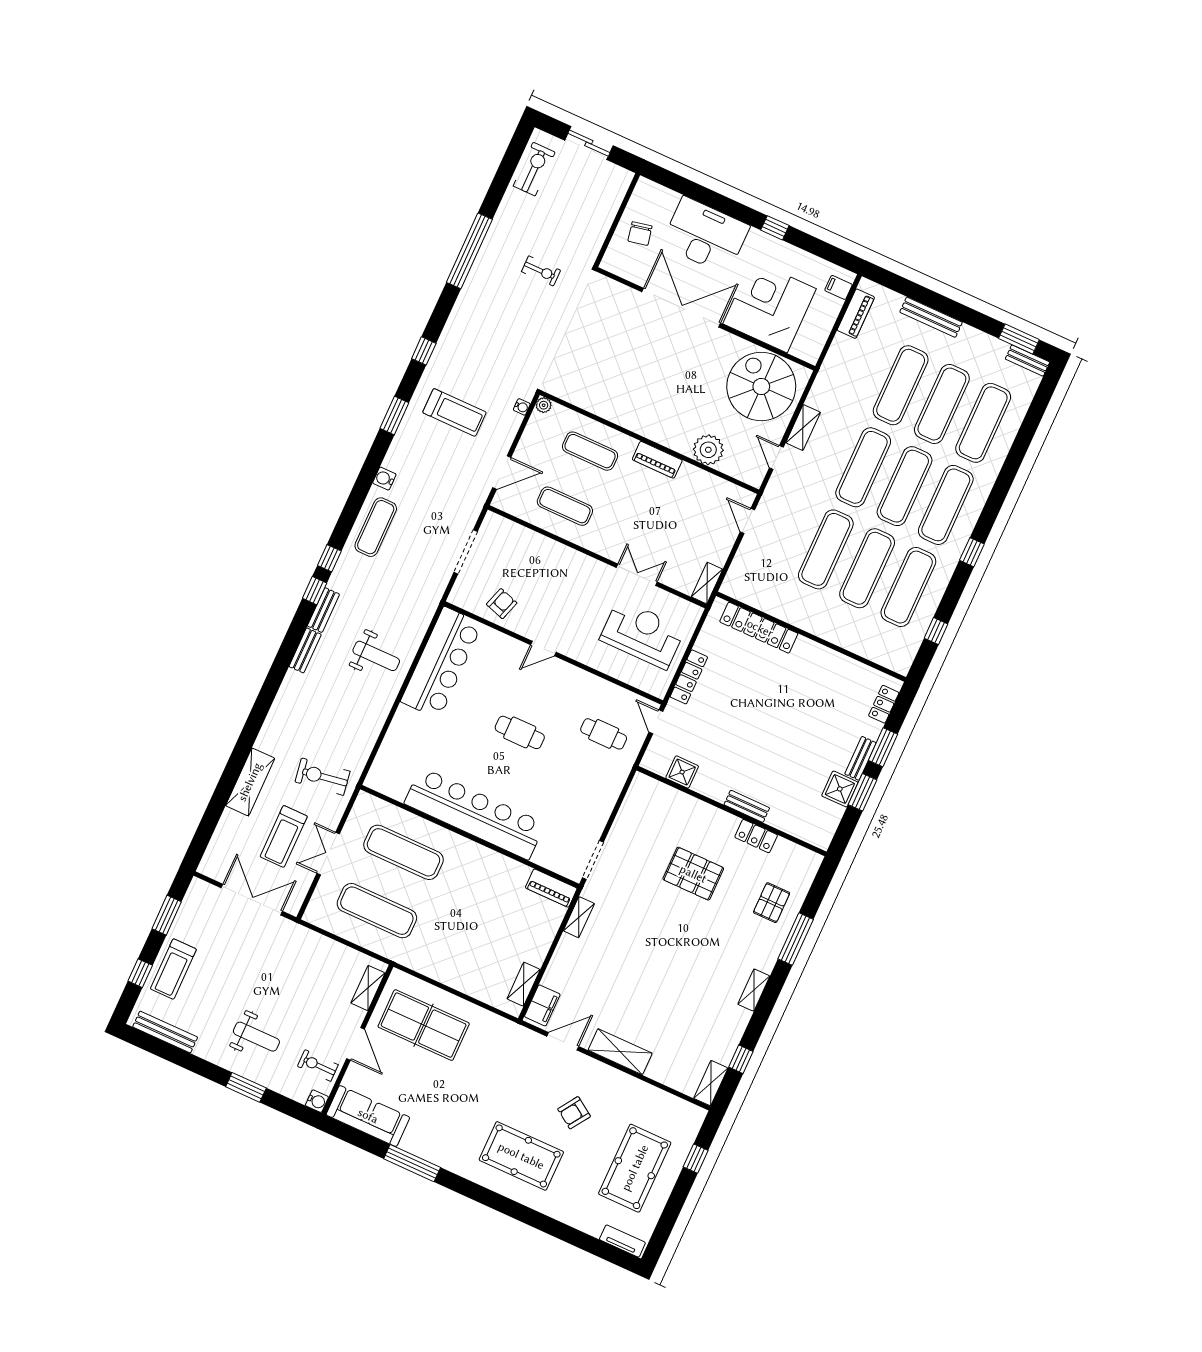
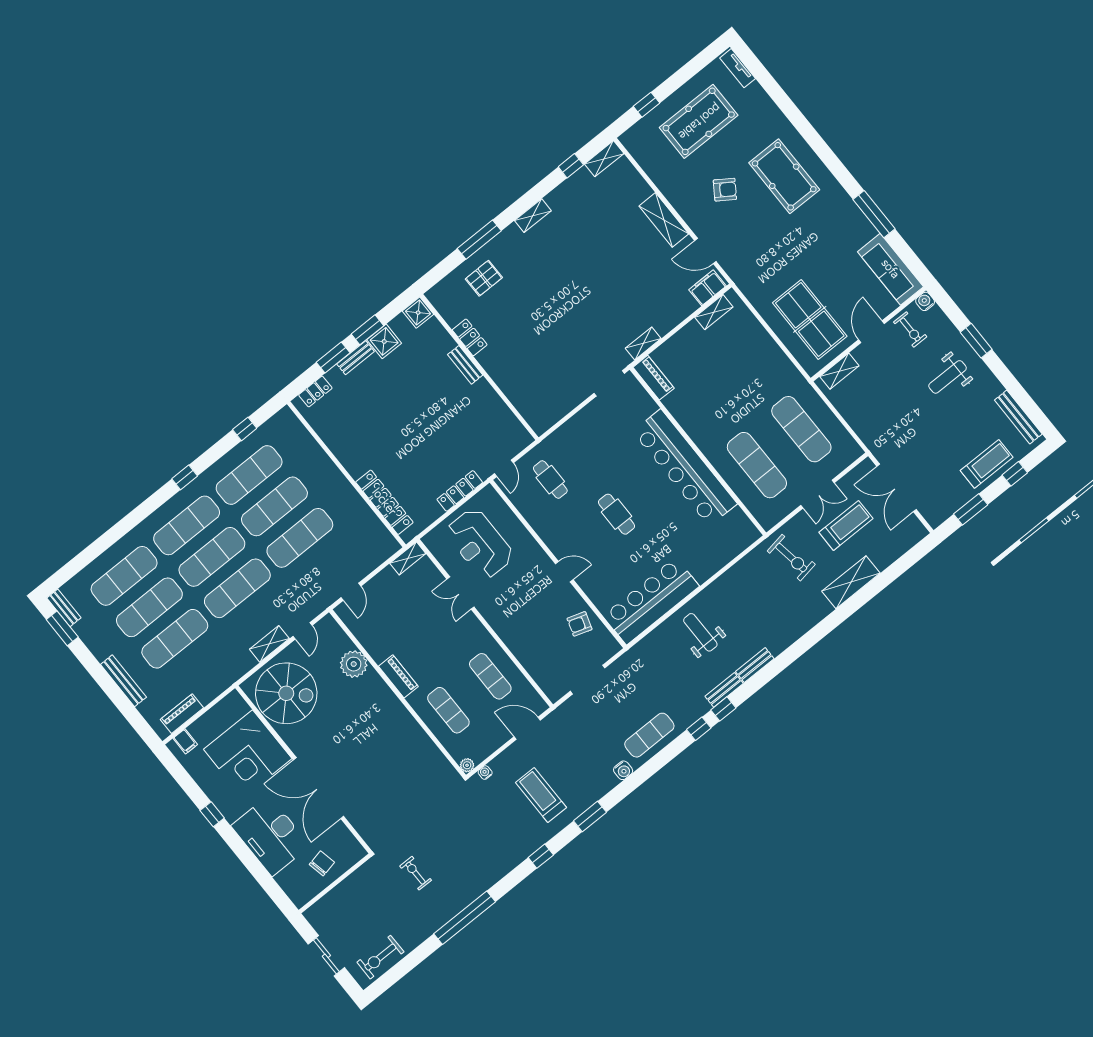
spiral stairs: (761, 386) -> (286, 693), turned -90
shower: (682, 772) -> (418, 313), moved
pallet: (693, 874) -> (535, 333), removed
weight bench: (256, 1037) -> (948, 377), turned -90

